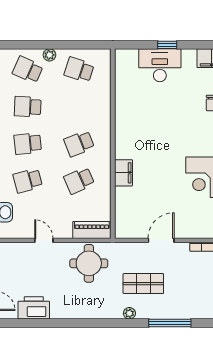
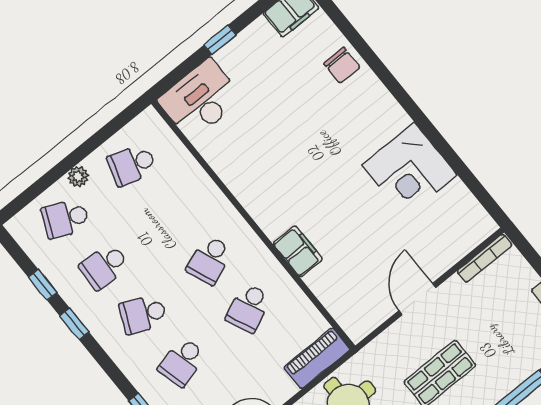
desk: (160, 65) -> (200, 99), moved
school desk: (28, 144) -> (143, 314), turned 30

